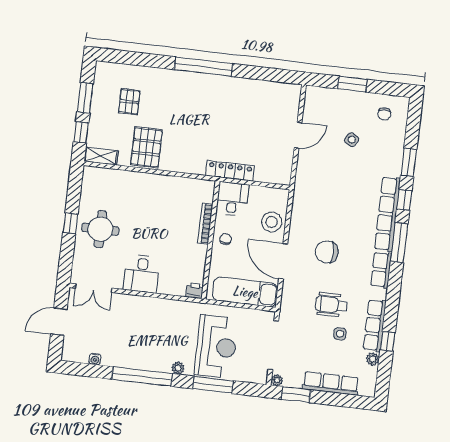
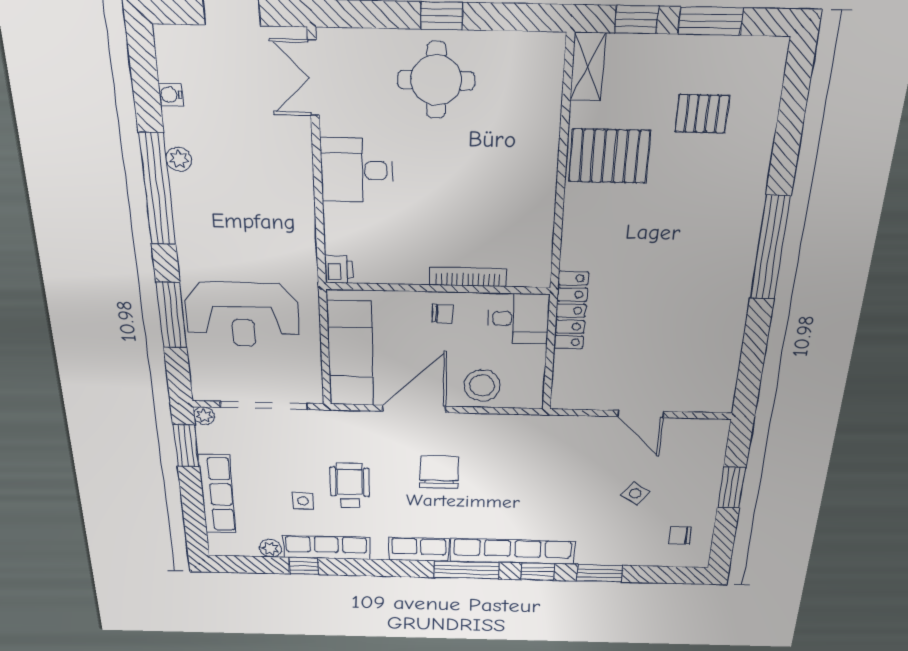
plant: (178, 368) -> (179, 159), moved

